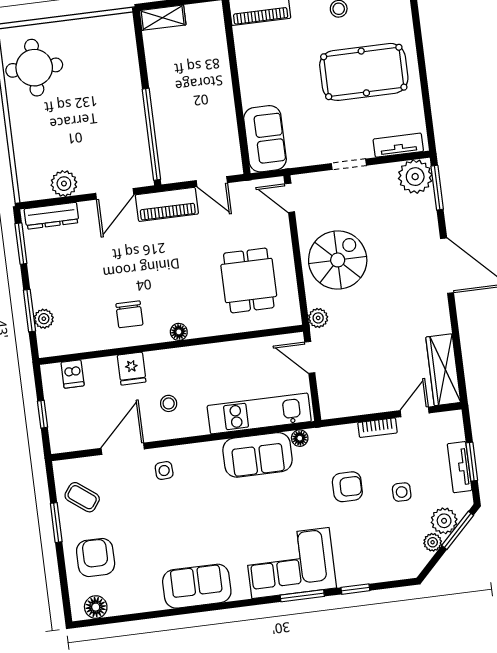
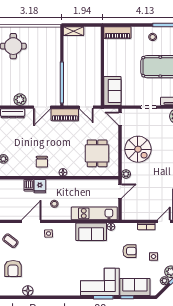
spiral stairs: (338, 260) -> (138, 149), turned 90
door: (310, 357) -> (120, 191), swing flipped
dishwasher: (73, 374) -> (29, 185), moved
armchair: (96, 558) -> (13, 269), turned 180
sofa: (197, 586) -> (135, 287), moved
floor lamp: (96, 607) -> (28, 291), moved

